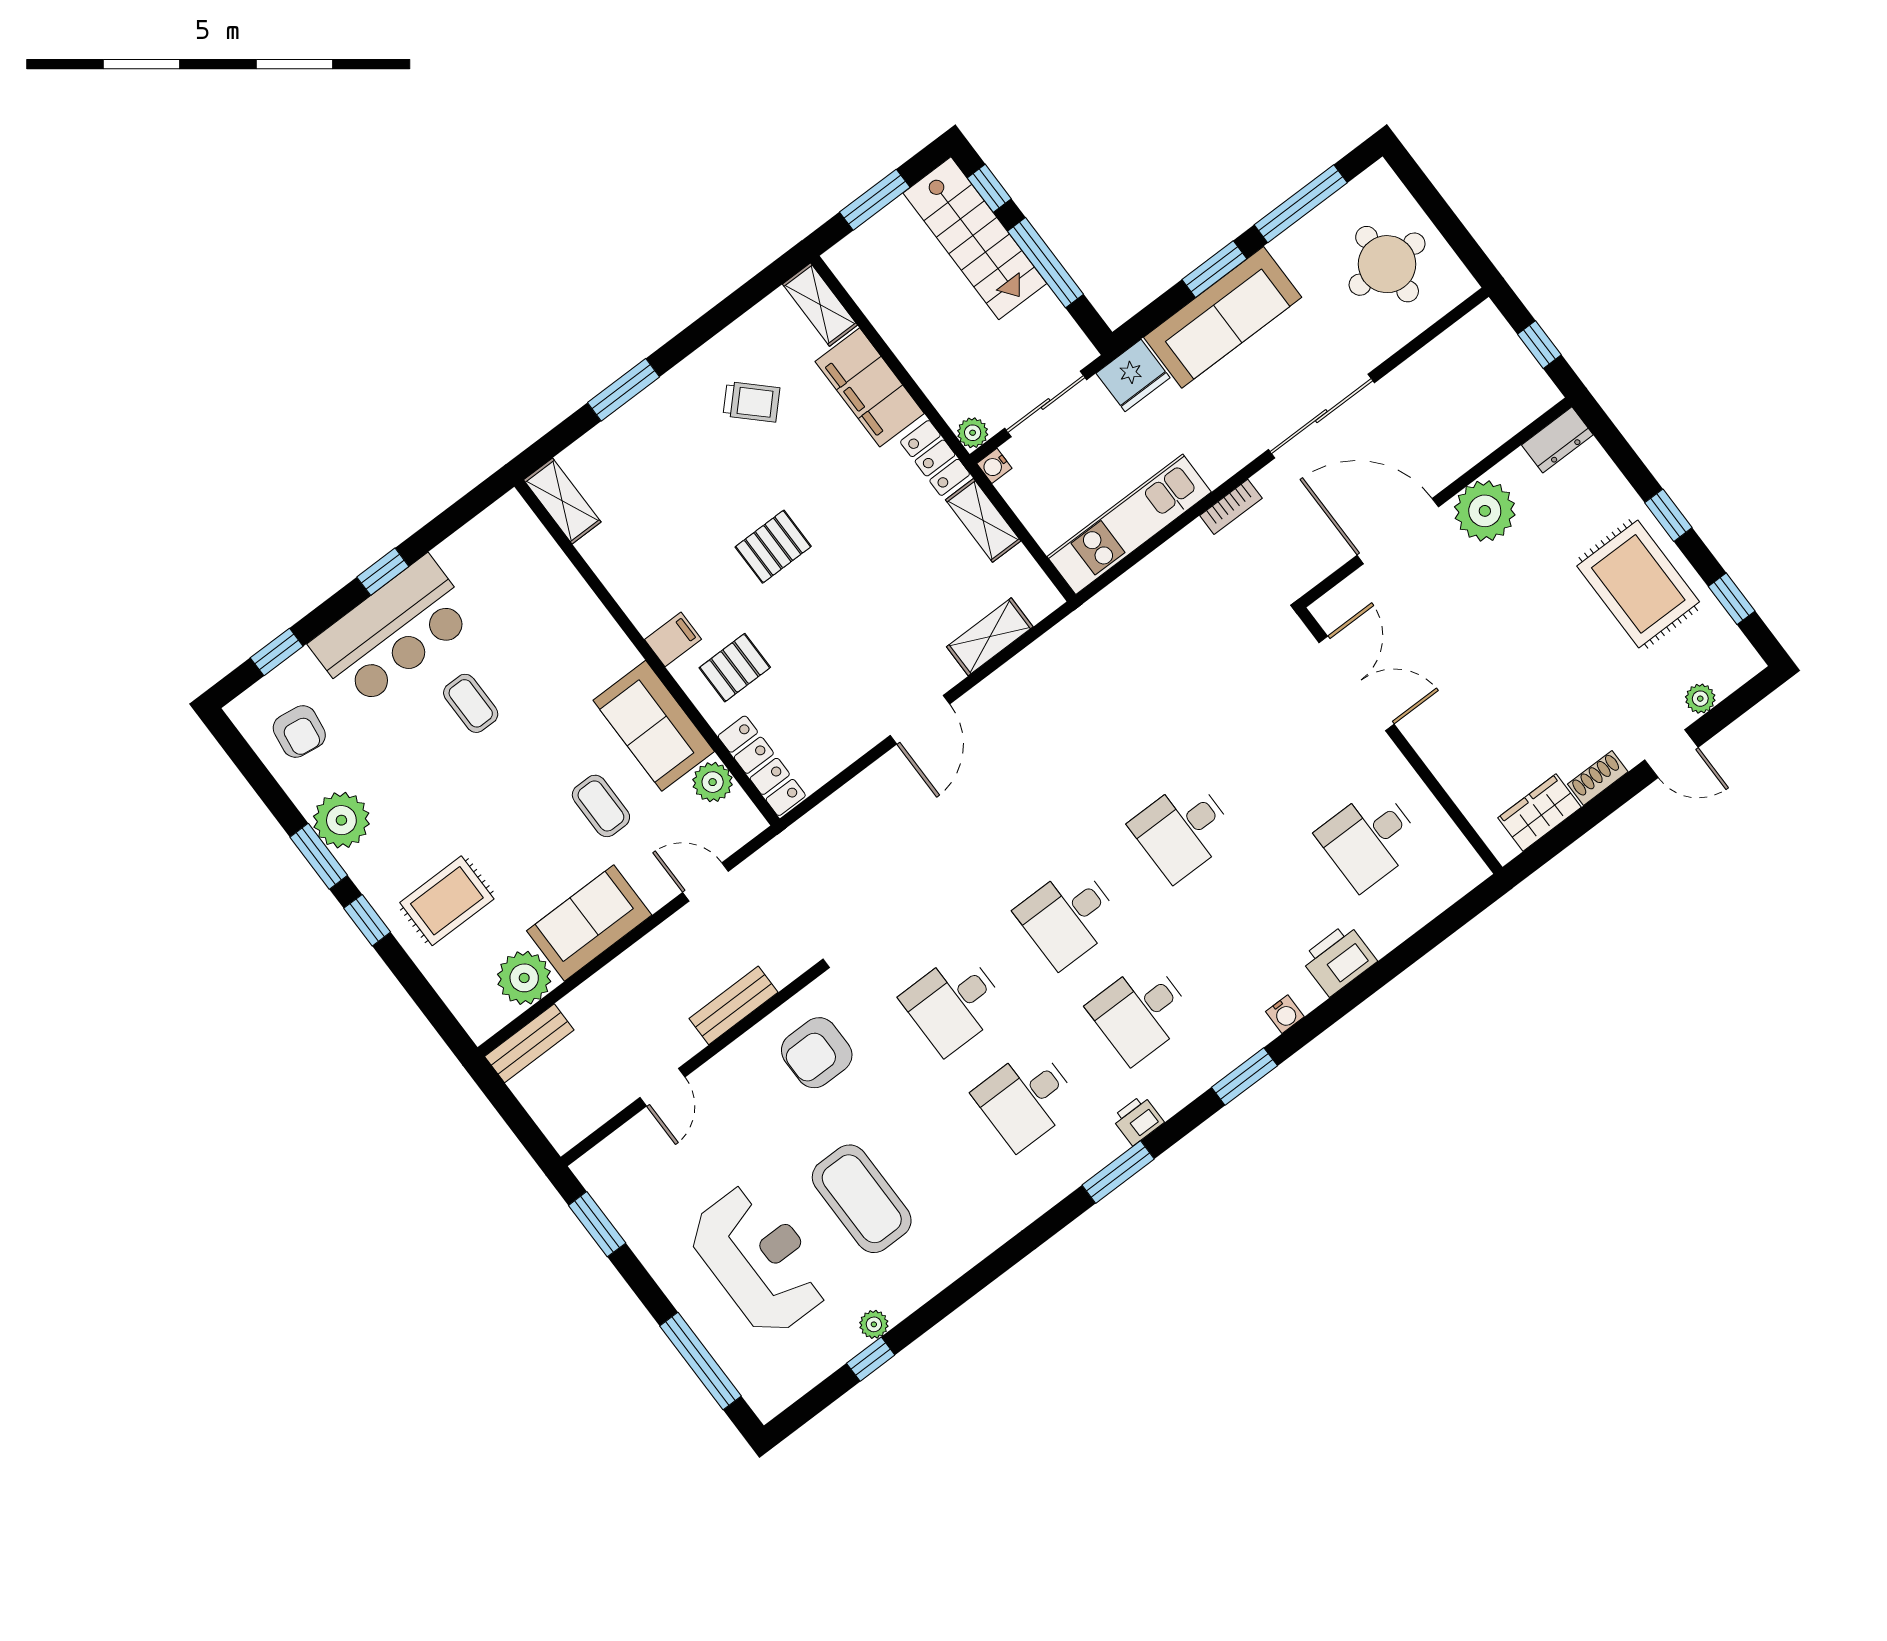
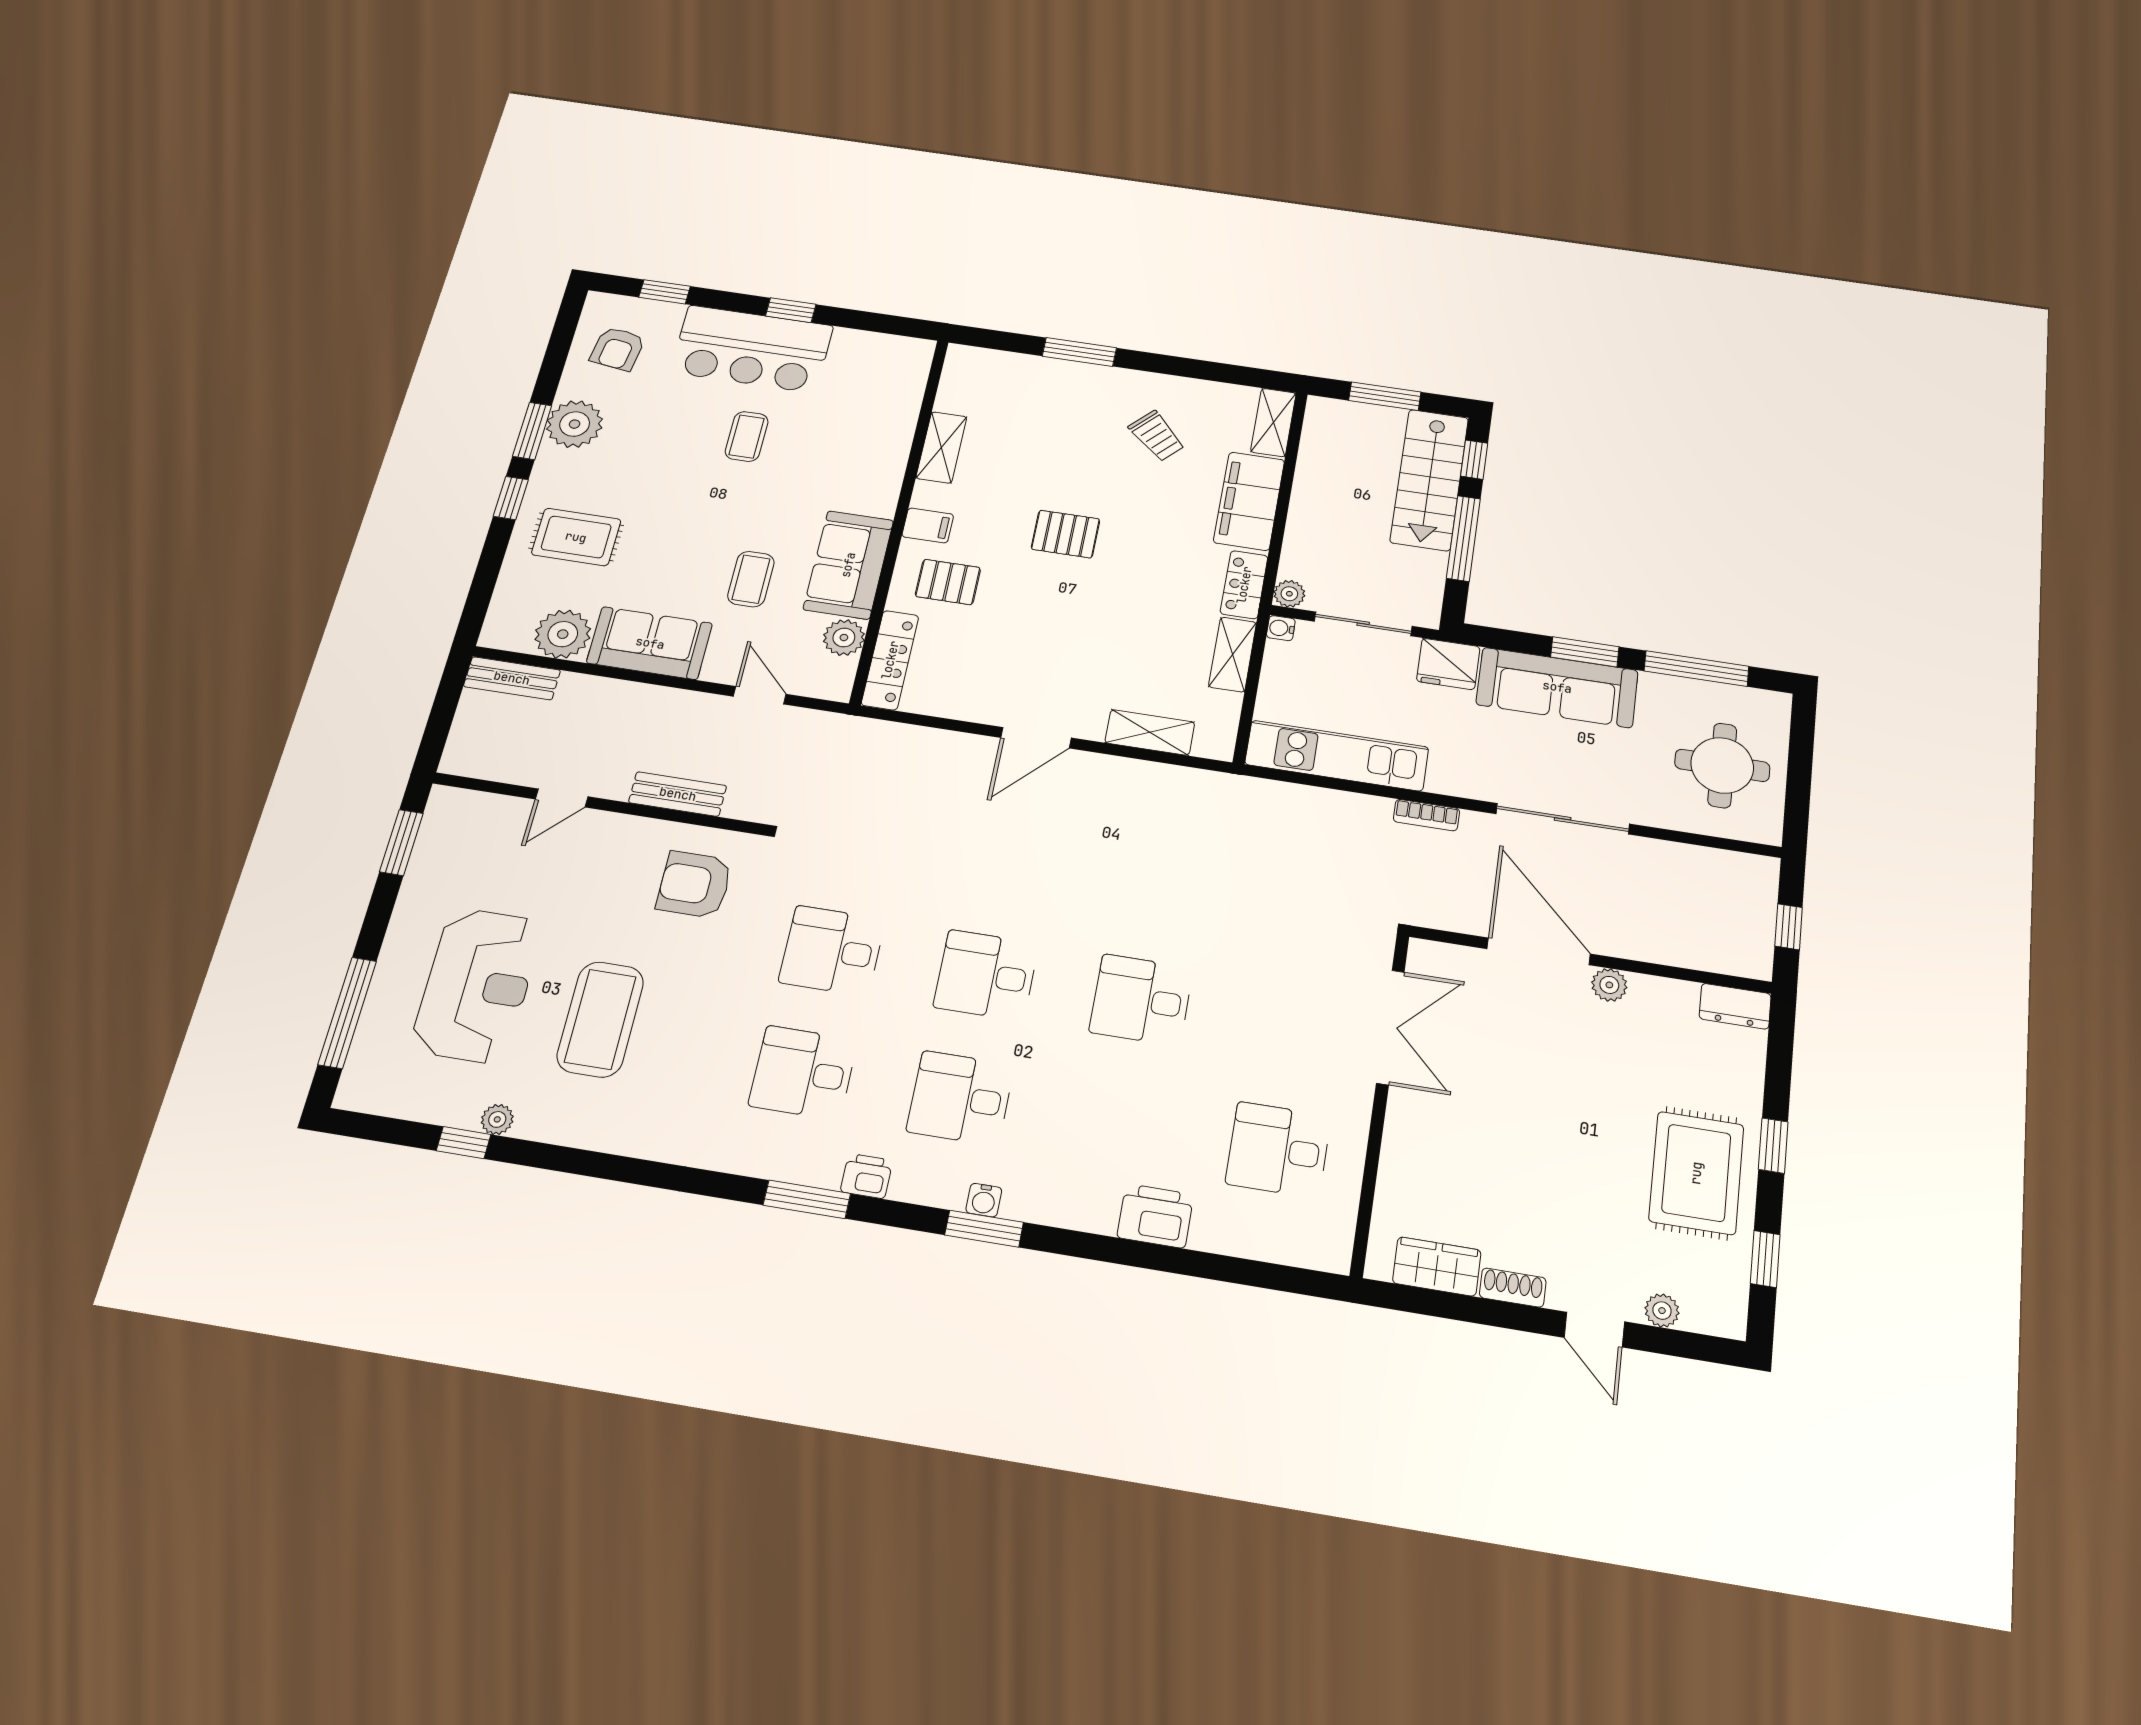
shelving: (562, 501) -> (941, 447), moved
plant: (1485, 511) -> (1609, 985), width x0.53, depth x0.53
water cooler: (1285, 1014) -> (984, 1200), moved

